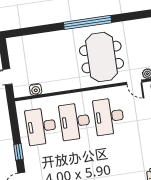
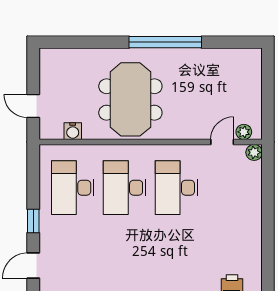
meeting table: (102, 57) -> (130, 99), moved
door: (134, 82) -> (222, 142), swing flipped

